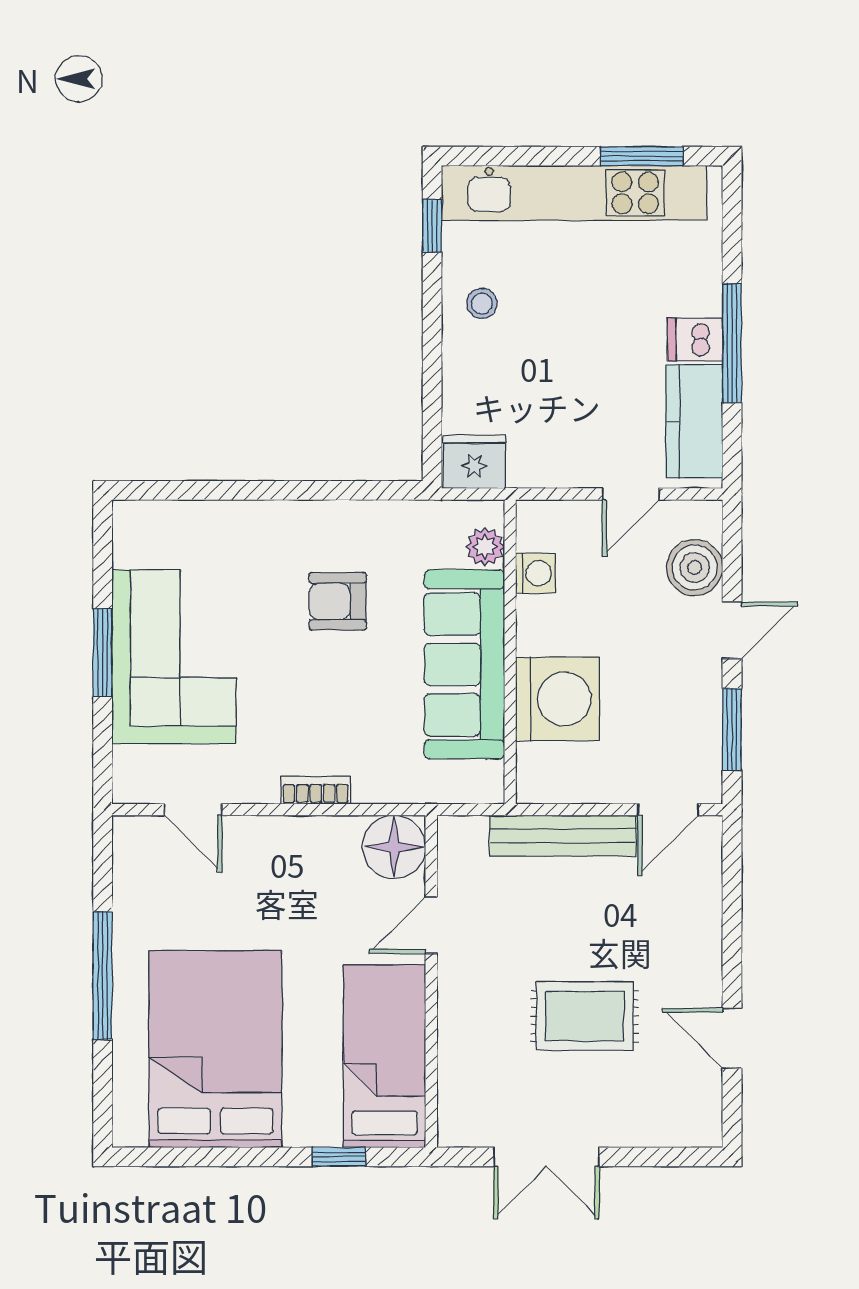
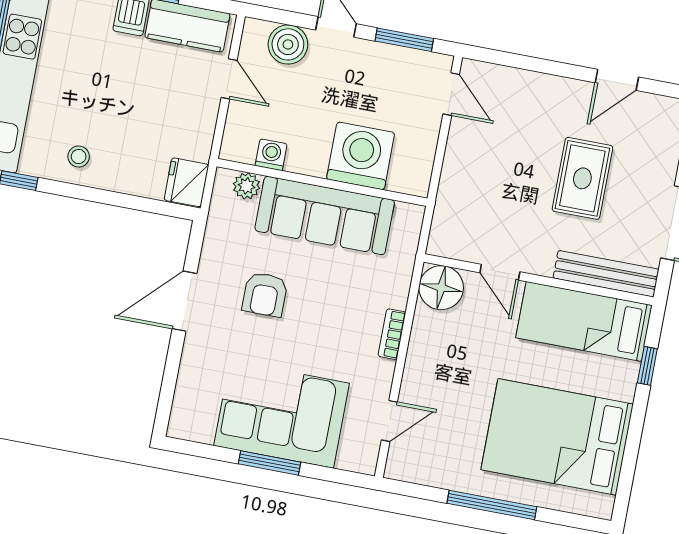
door: (307, 490) -> (184, 301), added
bench: (563, 836) -> (606, 274), moved, turned 90

